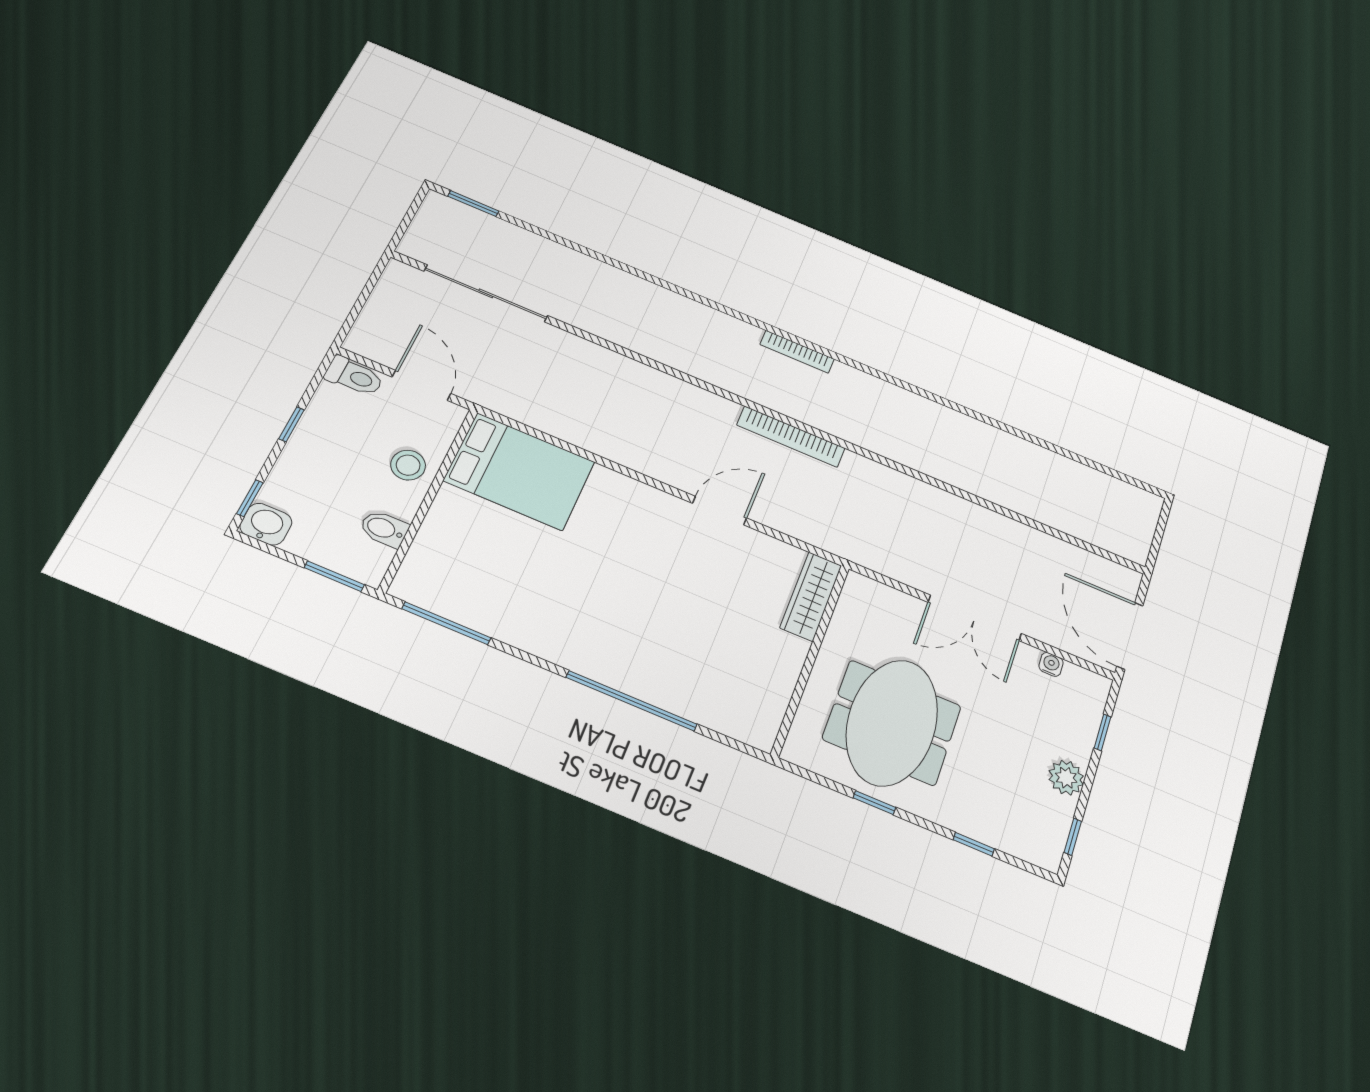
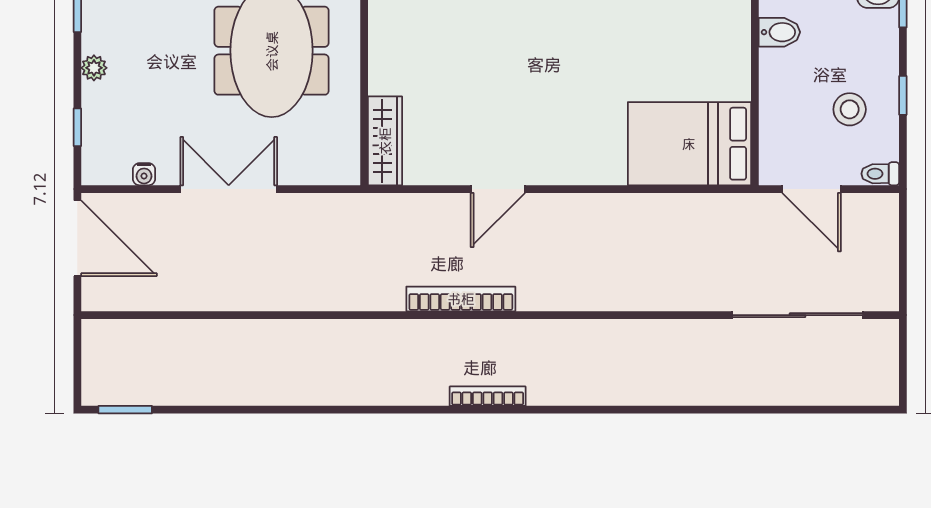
window: (473, 204) -> (125, 410), moved
toilet: (354, 376) -> (880, 174), width x0.73, depth x0.72
stool: (408, 465) -> (850, 109), moved
plant: (1066, 778) -> (94, 68), width x0.73, depth x0.73

